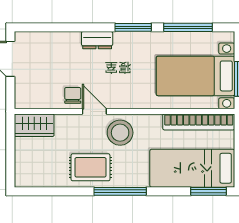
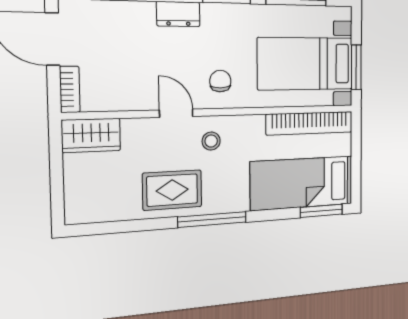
bookcase: (21, 93) -> (70, 89), added
chair: (73, 95) -> (220, 81), moved
stool: (120, 133) -> (211, 141), width x0.53, depth x0.53

